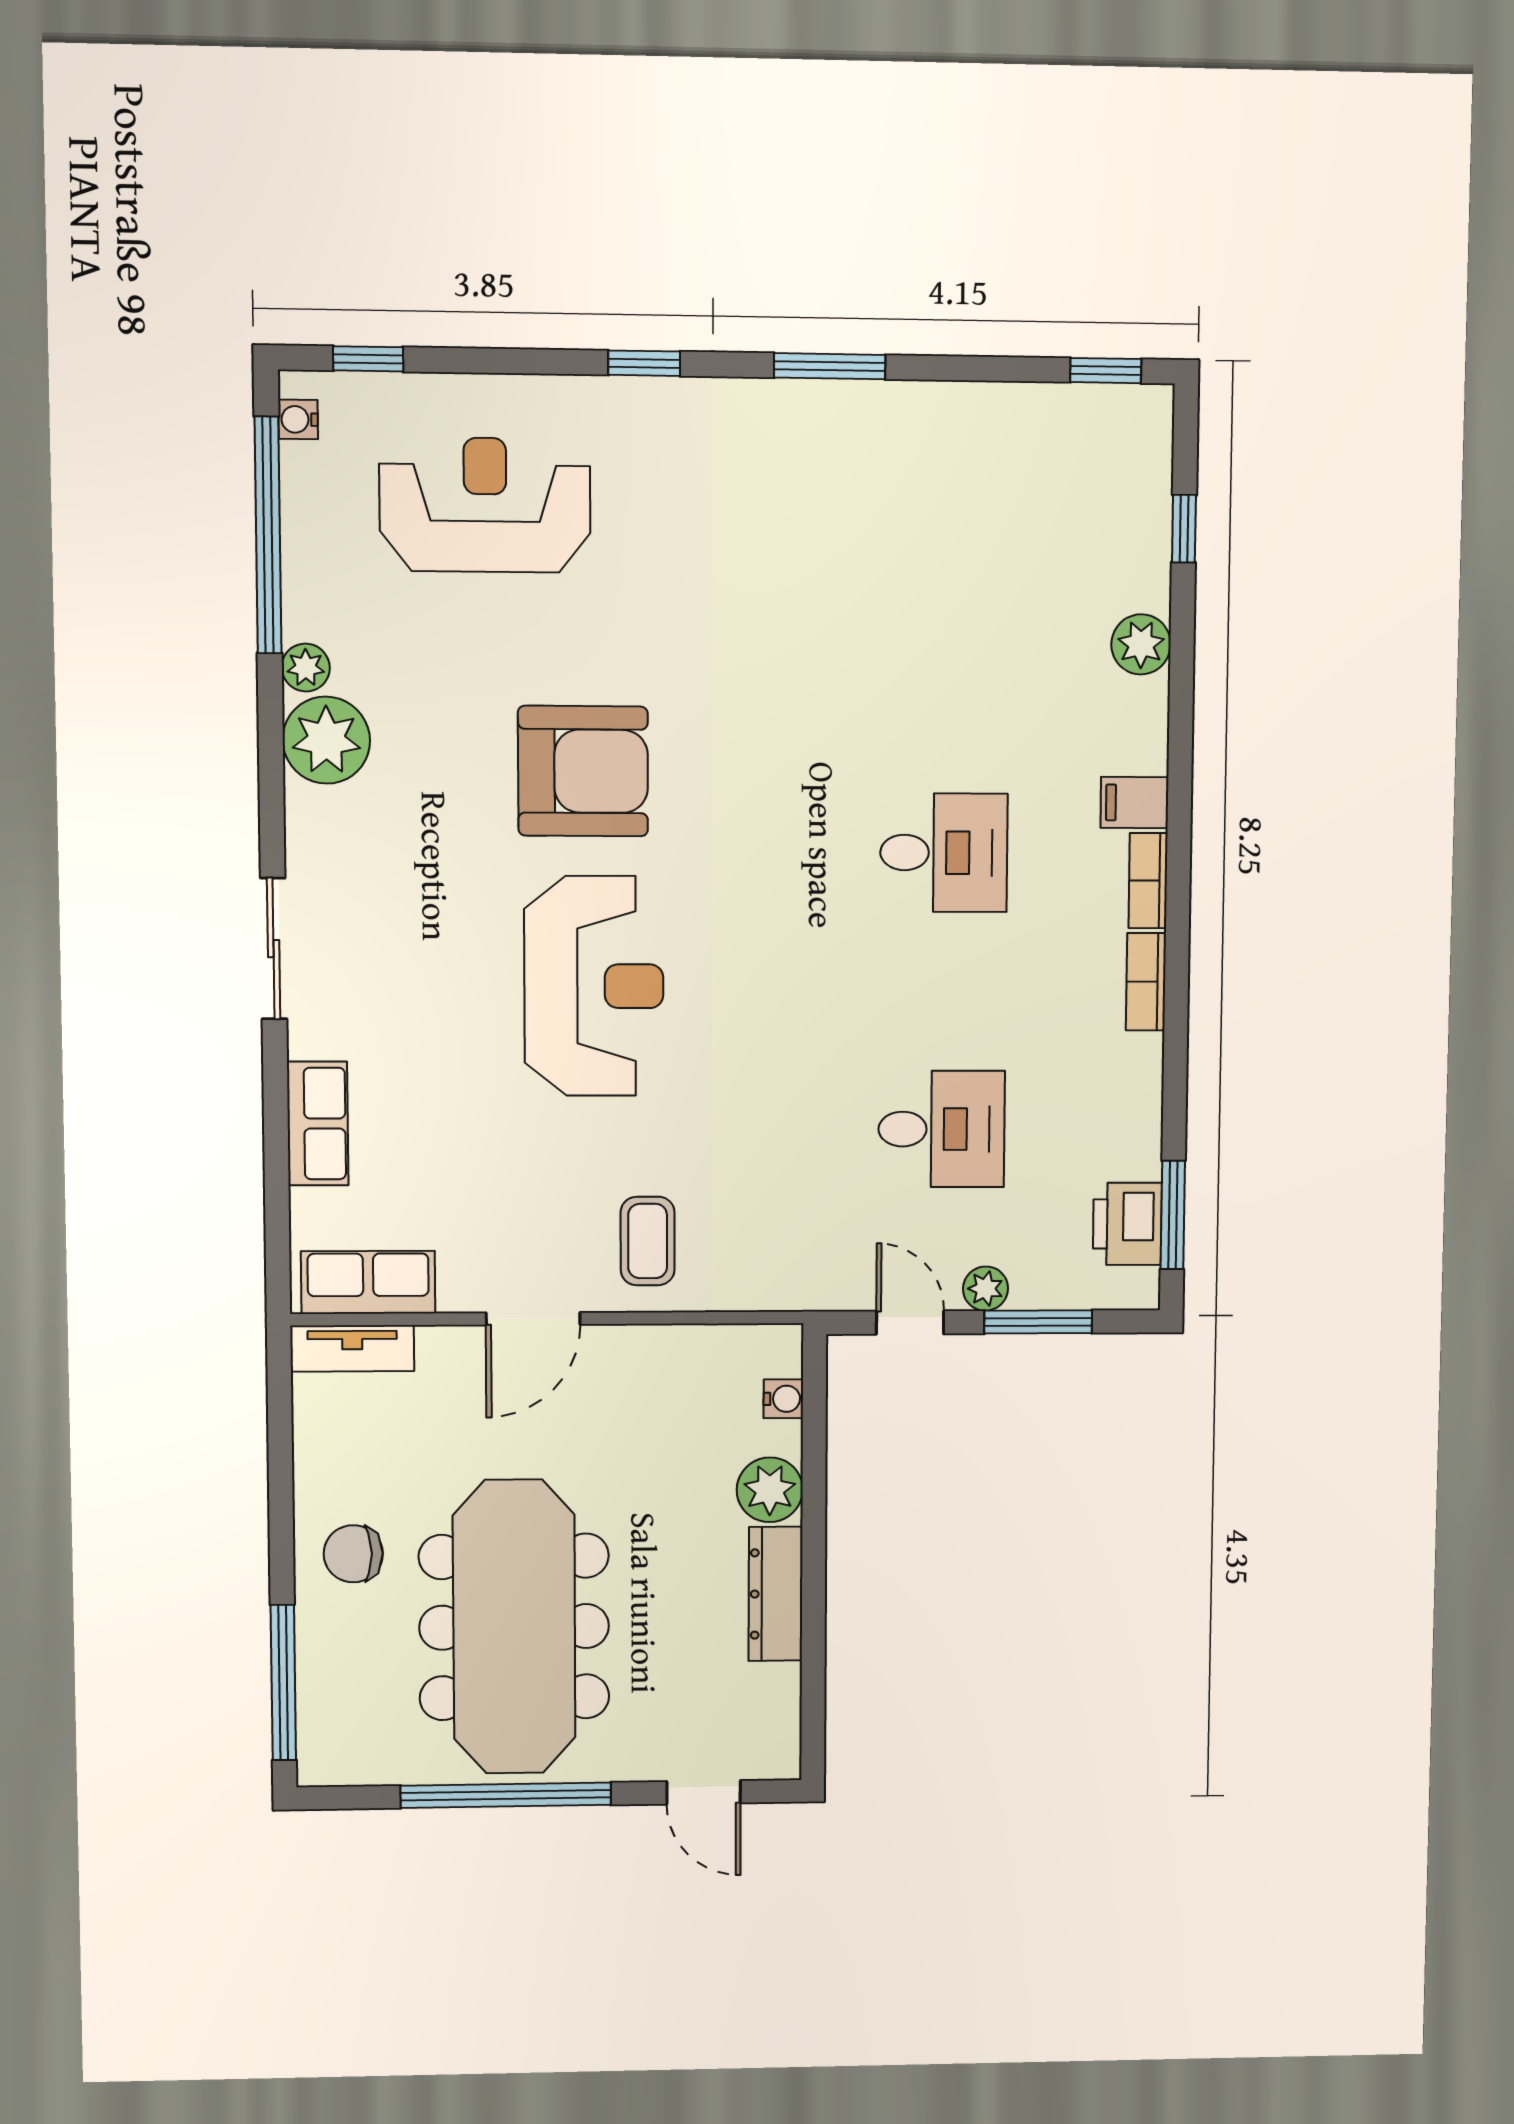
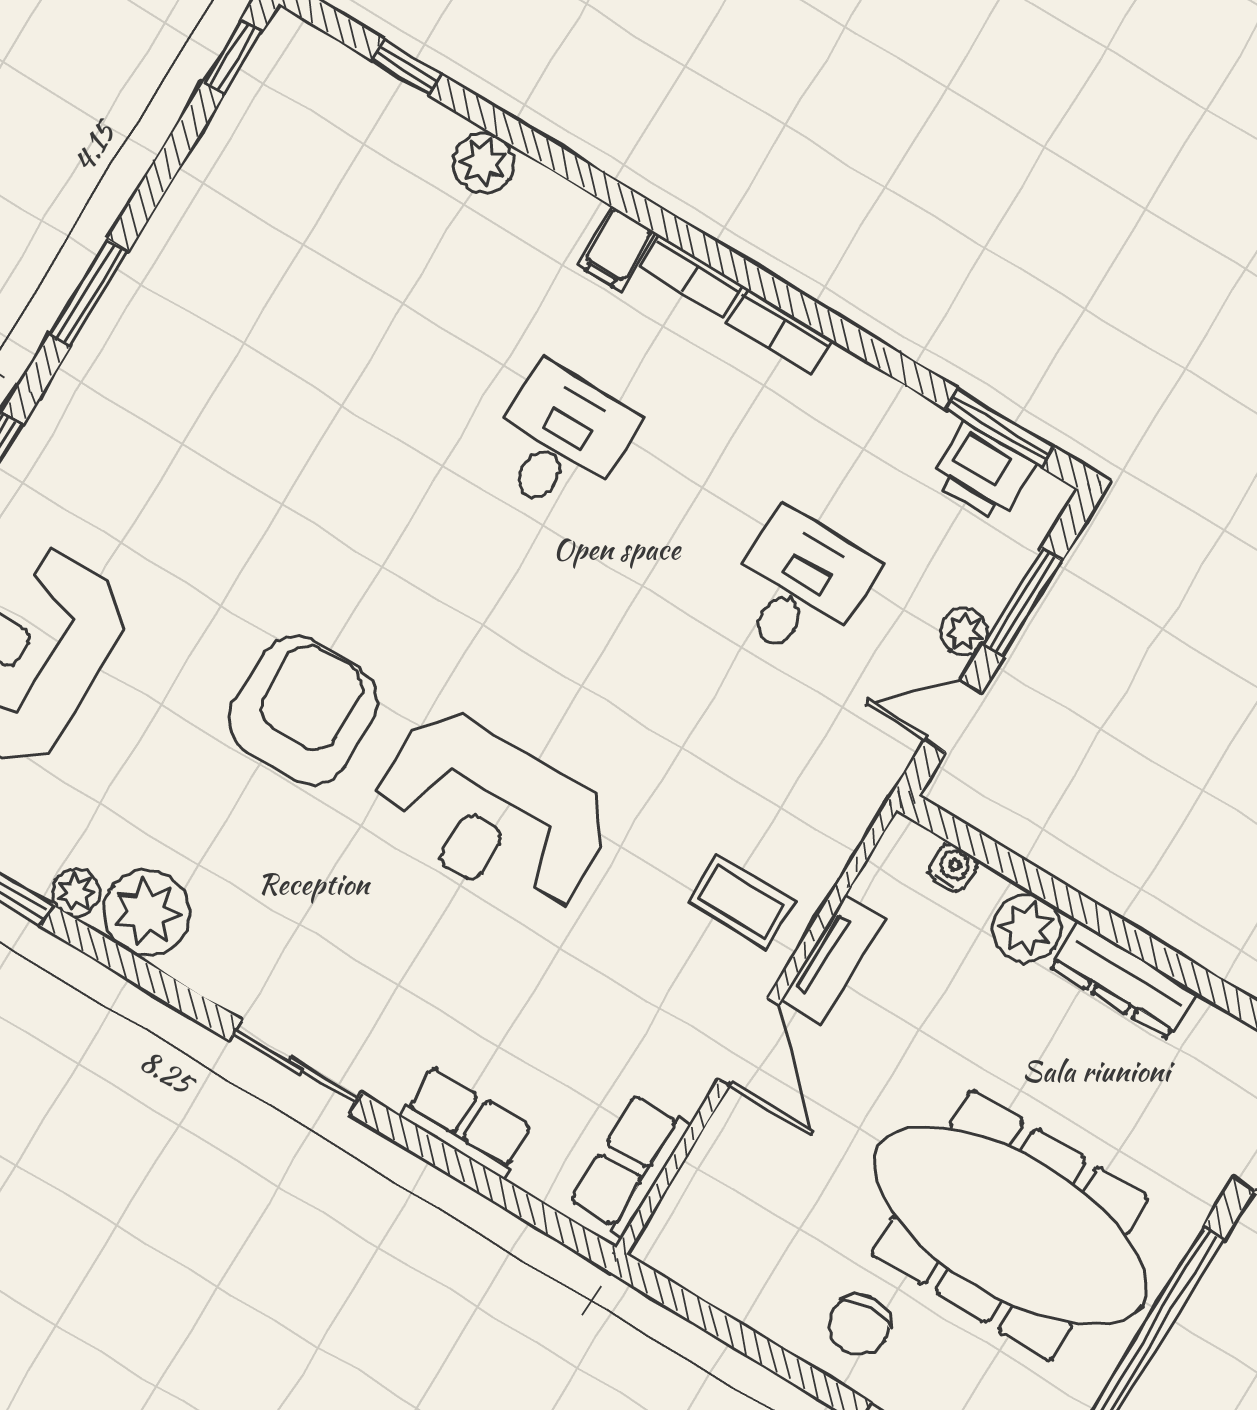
reception desk: (594, 986) -> (492, 813), turned 180
tv unit: (352, 1348) -> (833, 960), moved

